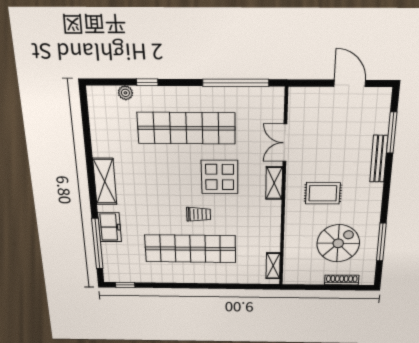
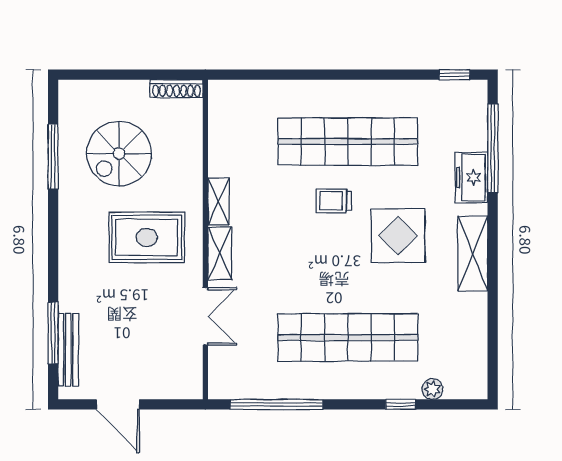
bench: (379, 159) -> (68, 350), moved
display table: (220, 177) -> (398, 236), moved
rug: (323, 193) -> (147, 237), width x1.36, depth x1.43
shelving: (273, 266) -> (219, 201), moved
shoe rack: (342, 280) -> (176, 89), moved

